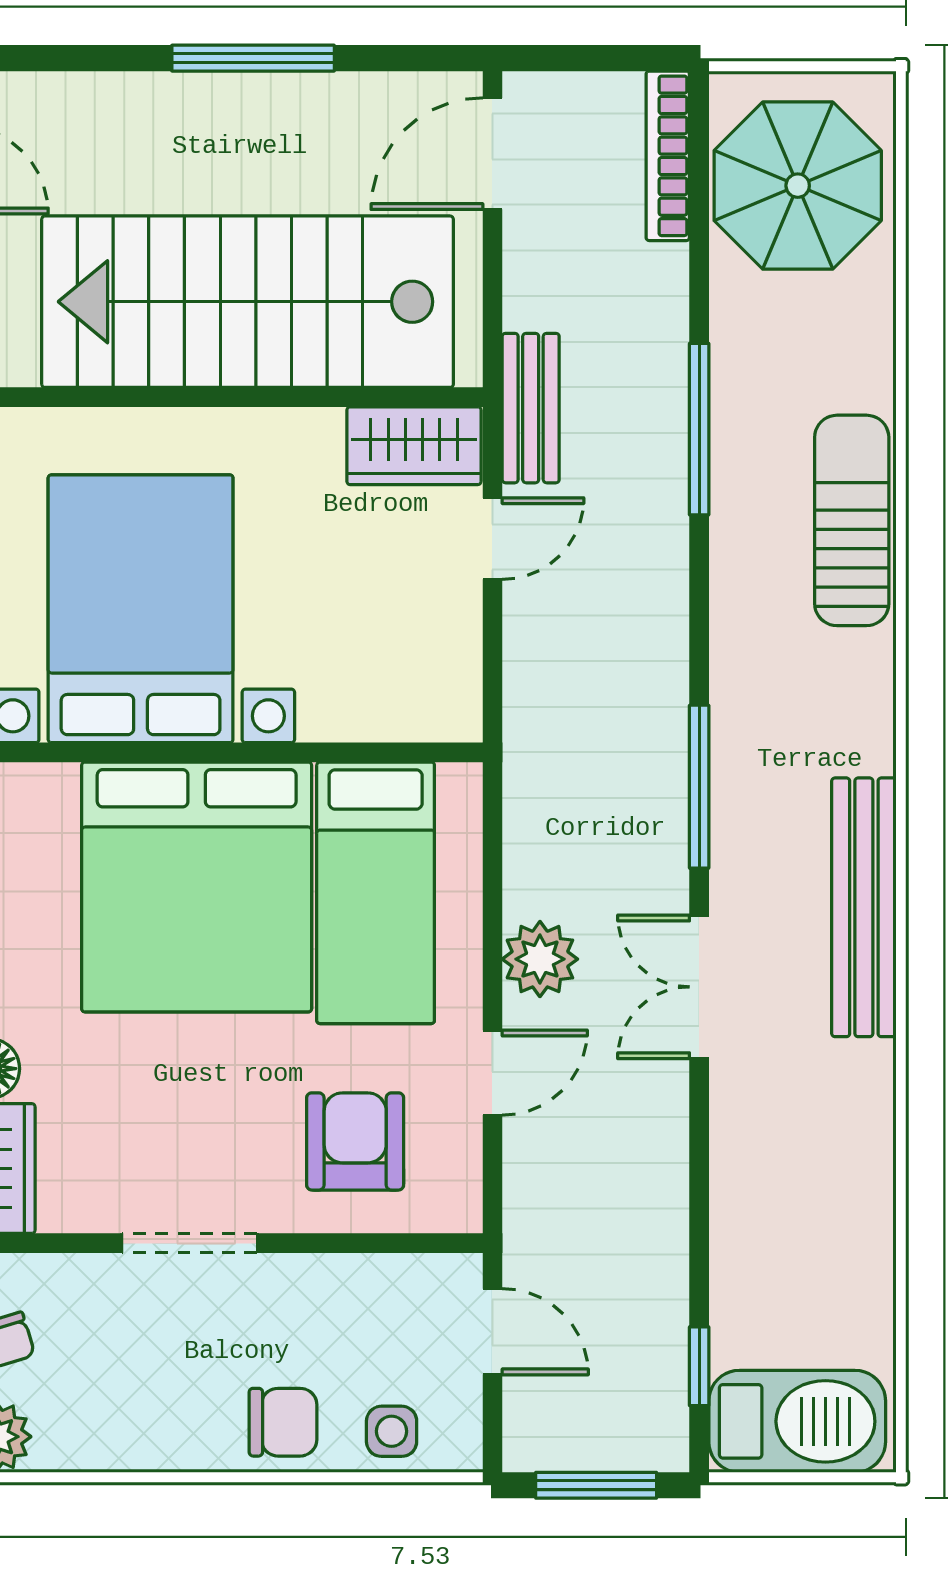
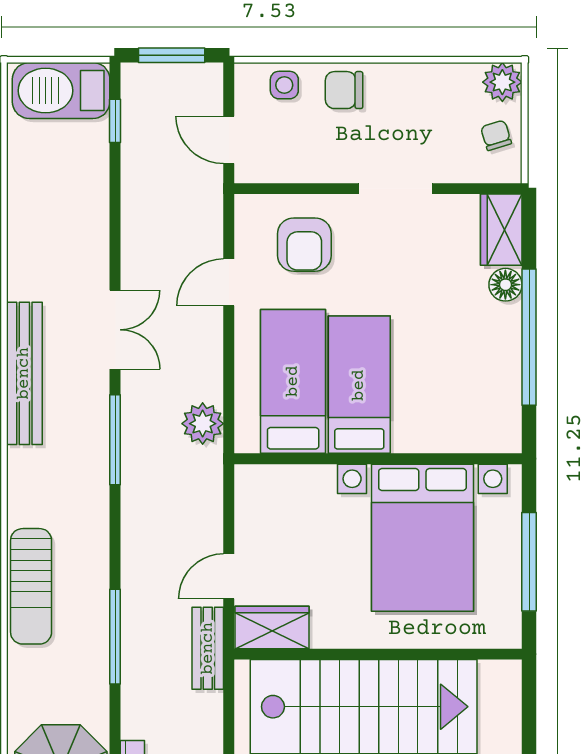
bed: (197, 887) -> (359, 385), width x0.49
plant: (540, 959) -> (203, 424), moved

